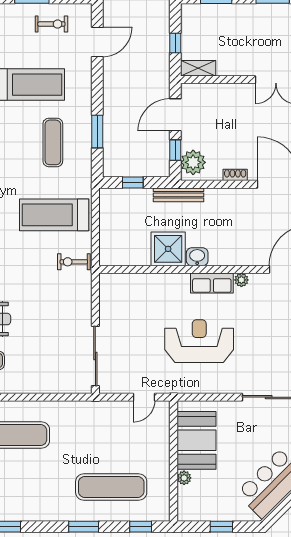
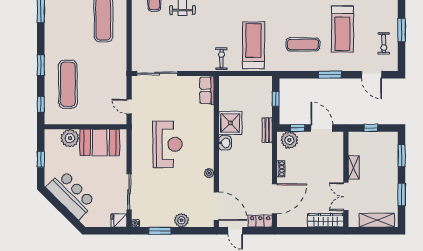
shelving: (198, 68) -> (354, 167), moved
window: (97, 132) -> (330, 75), moved
bench: (179, 195) -> (267, 130), width x0.73
row of seats: (212, 283) -> (207, 90), moved
plant: (184, 478) -> (70, 138), width x1.87, depth x1.87

